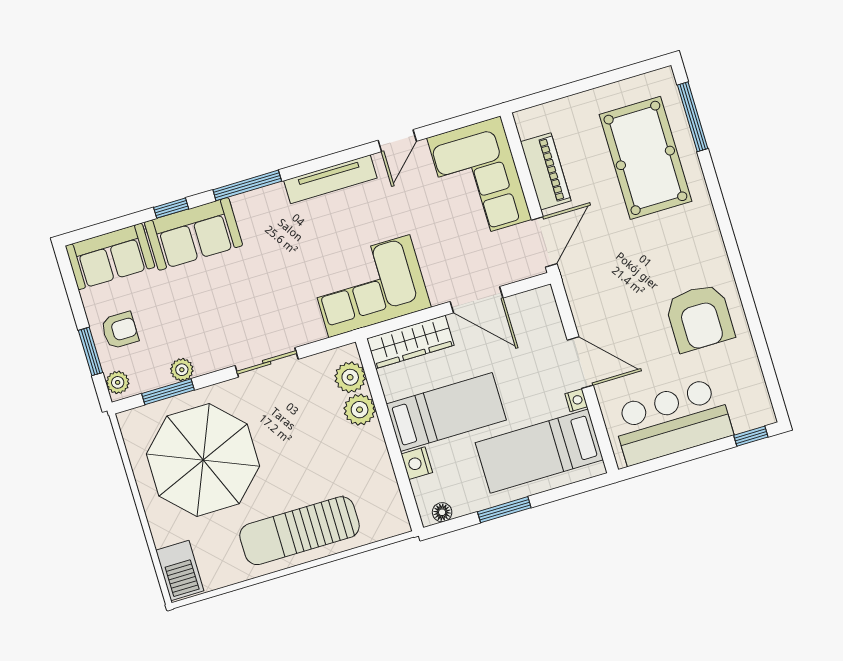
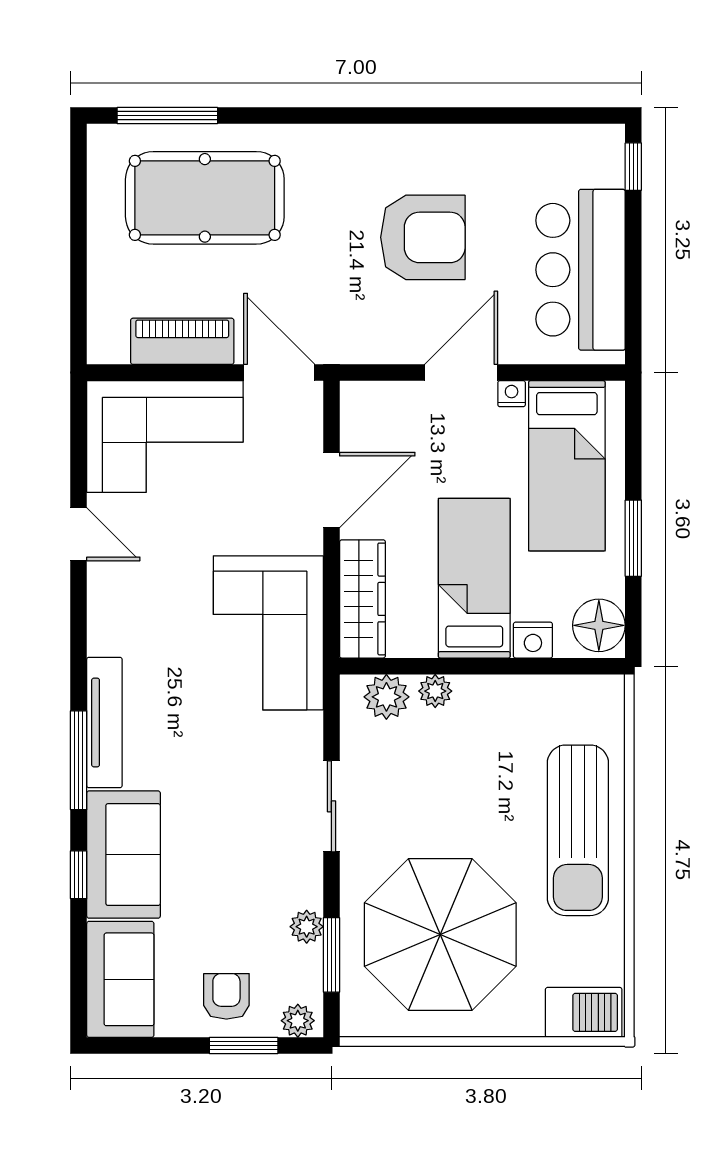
tv unit: (330, 179) -> (104, 722), moved
armchair: (700, 318) -> (423, 237), moved
plant: (360, 410) -> (435, 691), width x0.73, depth x0.73
floor lamp: (442, 512) -> (599, 625), width x1.89, depth x1.89

